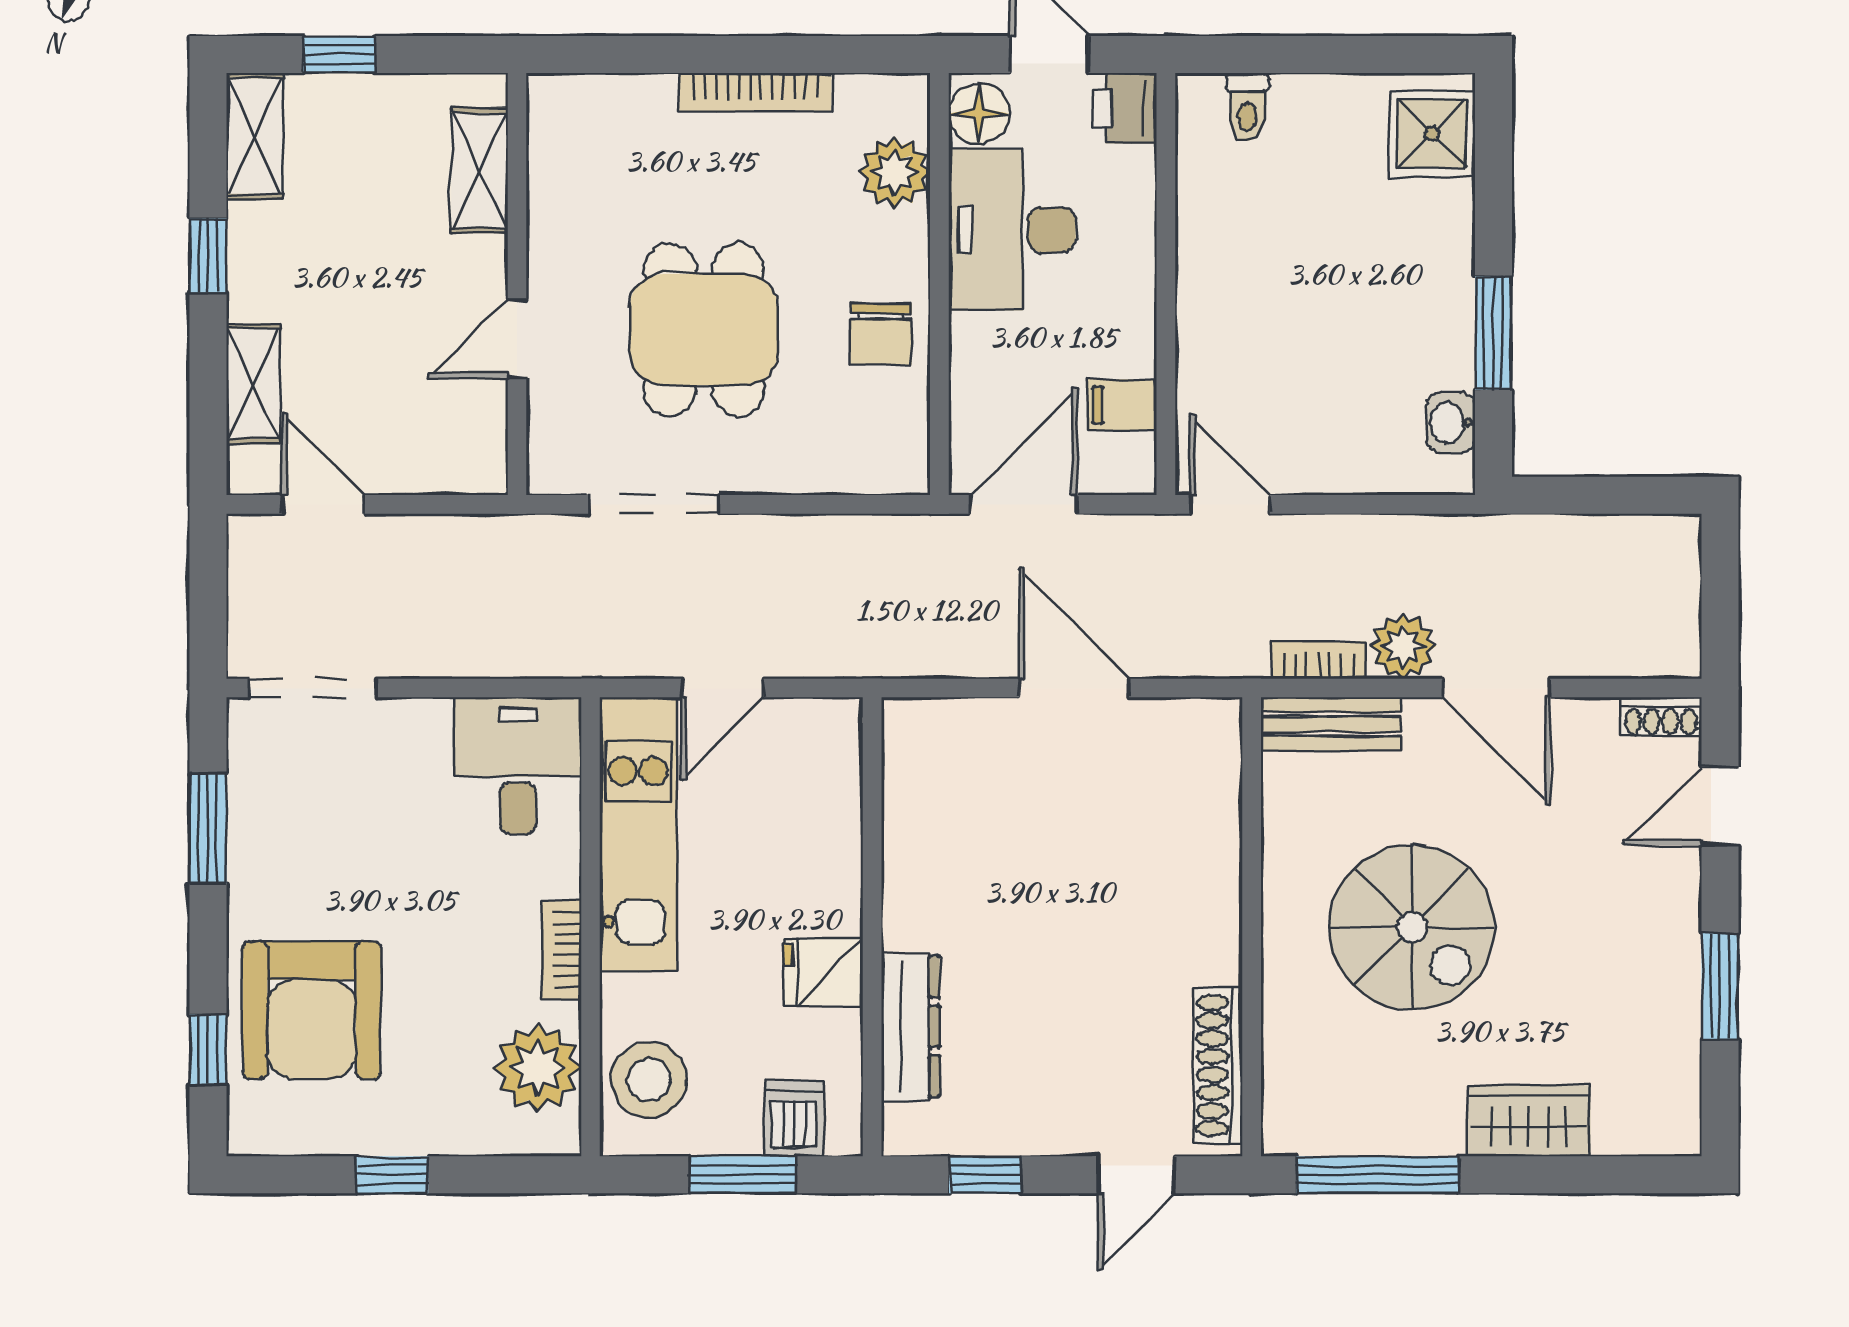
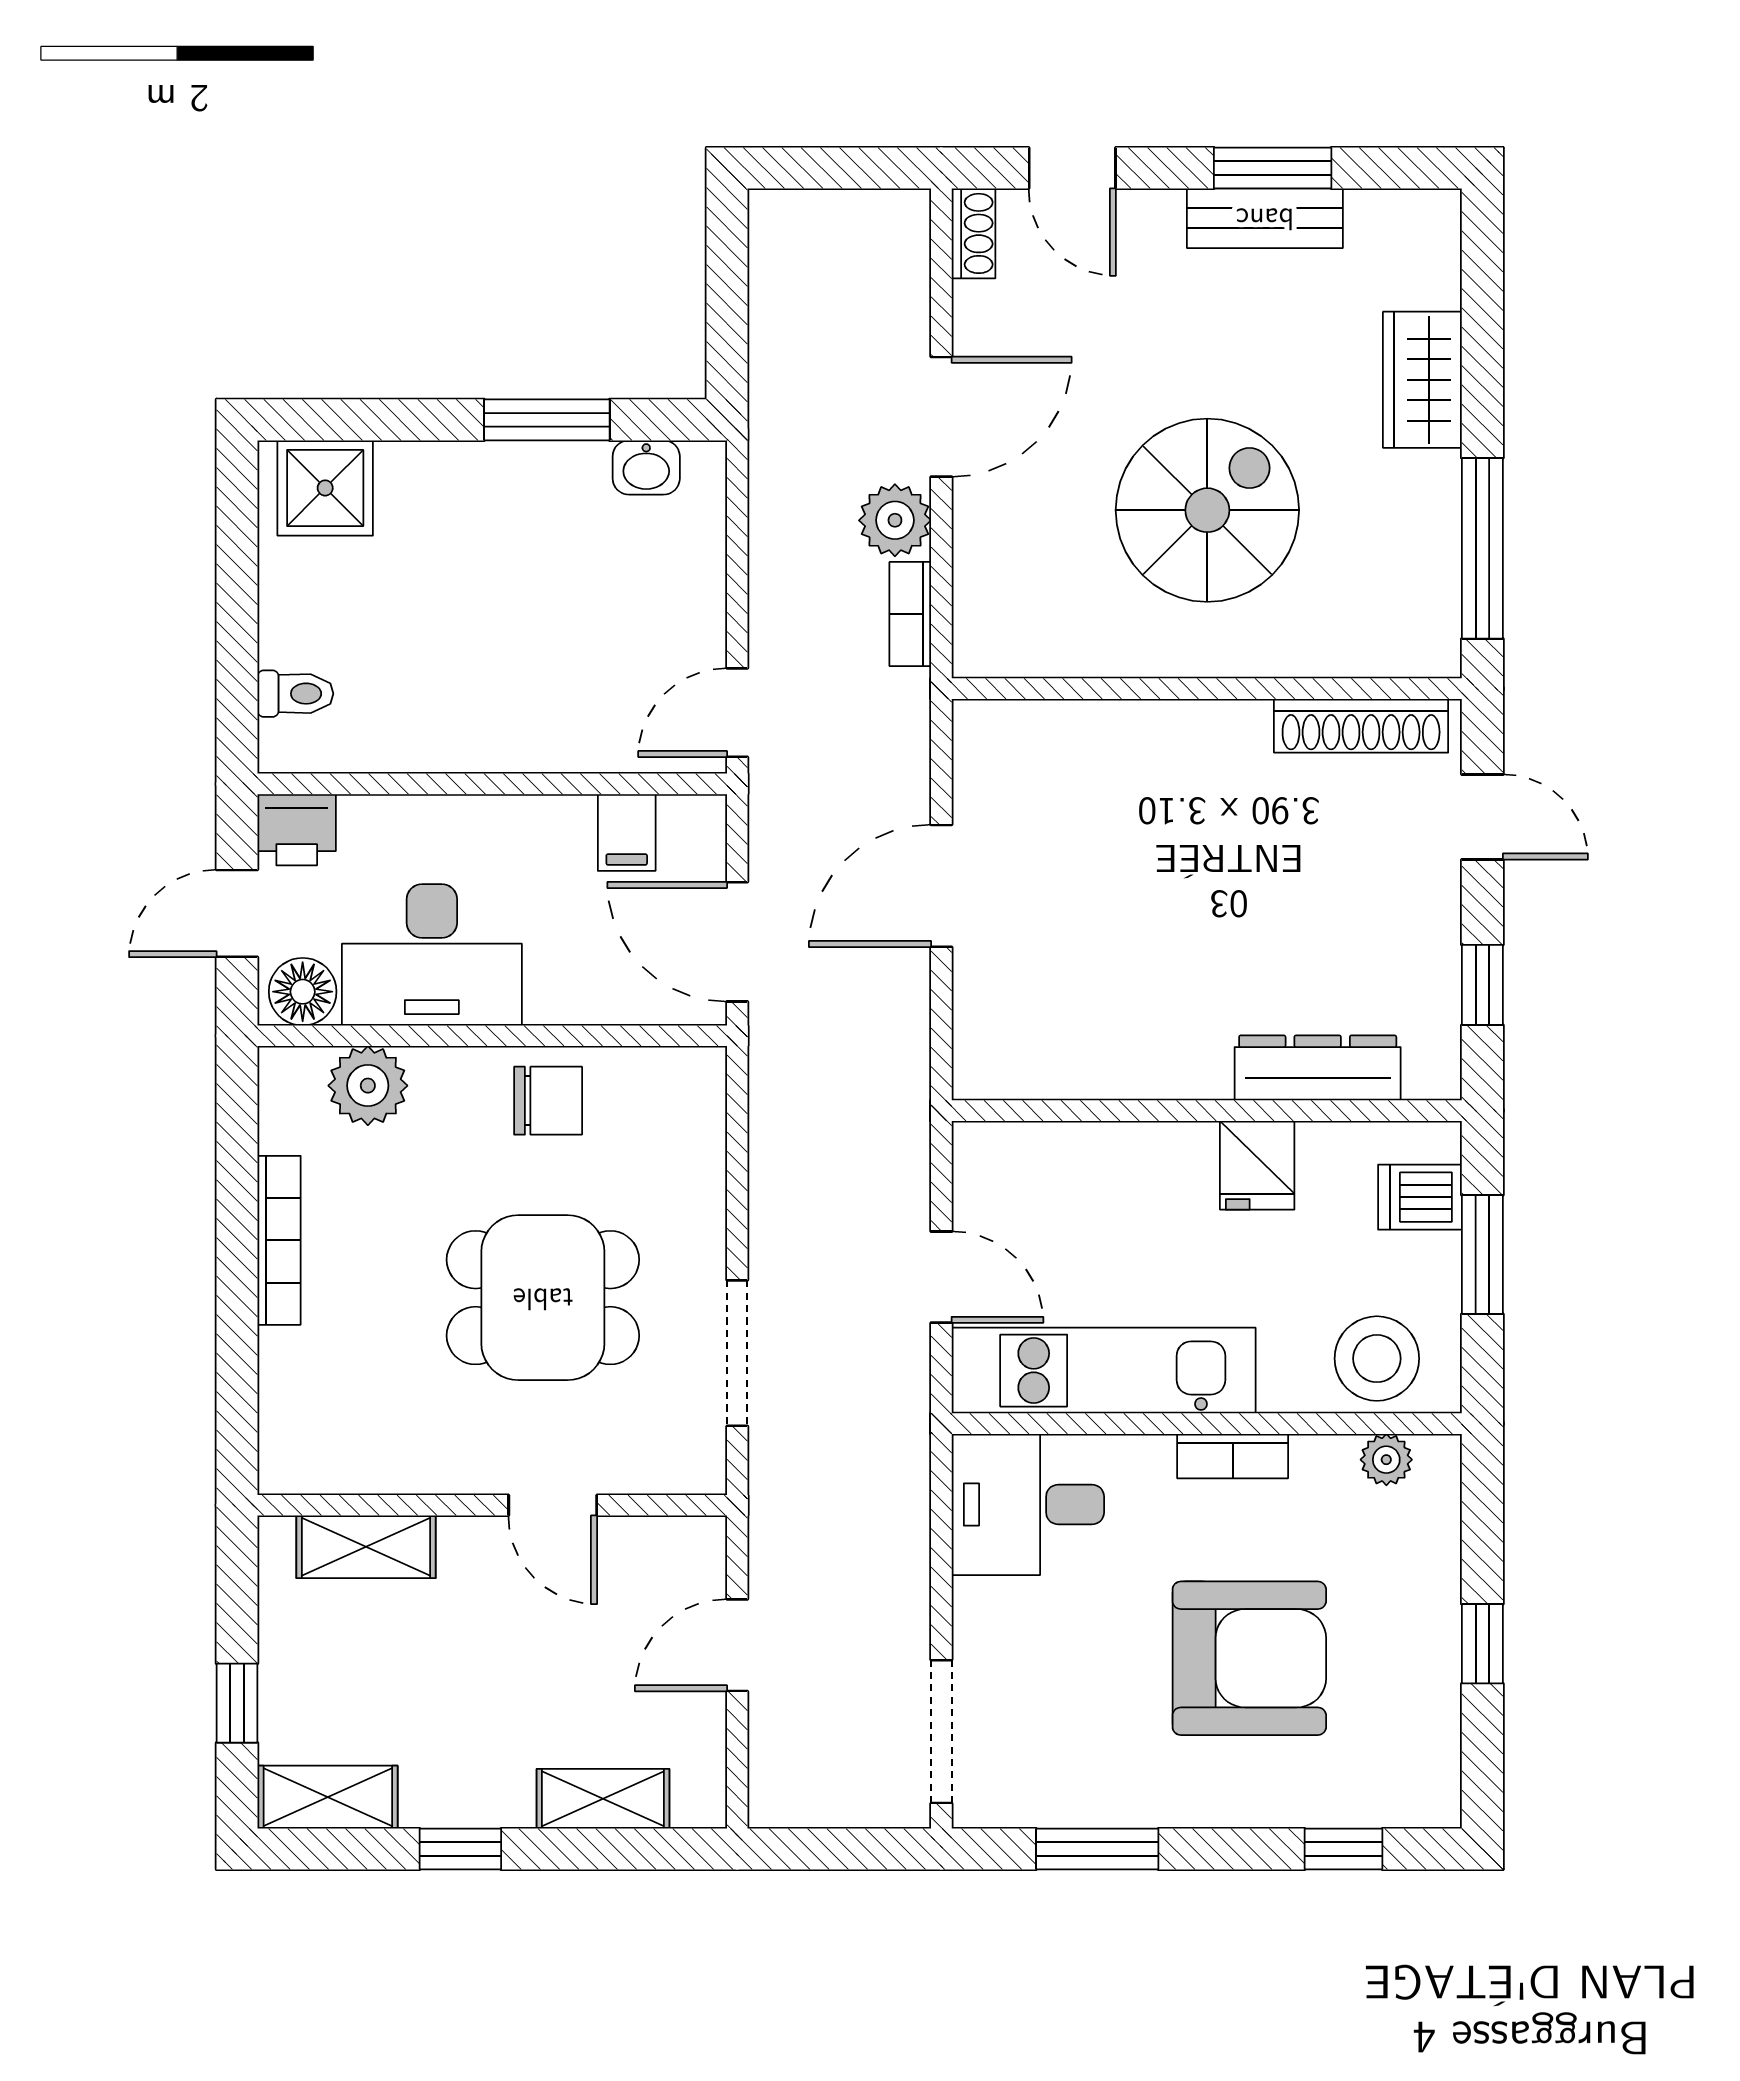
door: (323, 504) -> (737, 1645), moved
bench: (1331, 724) -> (1265, 218), moved, turned 90
armchair: (312, 1010) -> (1249, 1658), moved
plant: (538, 1068) -> (1386, 1460), width x0.53, depth x0.53

